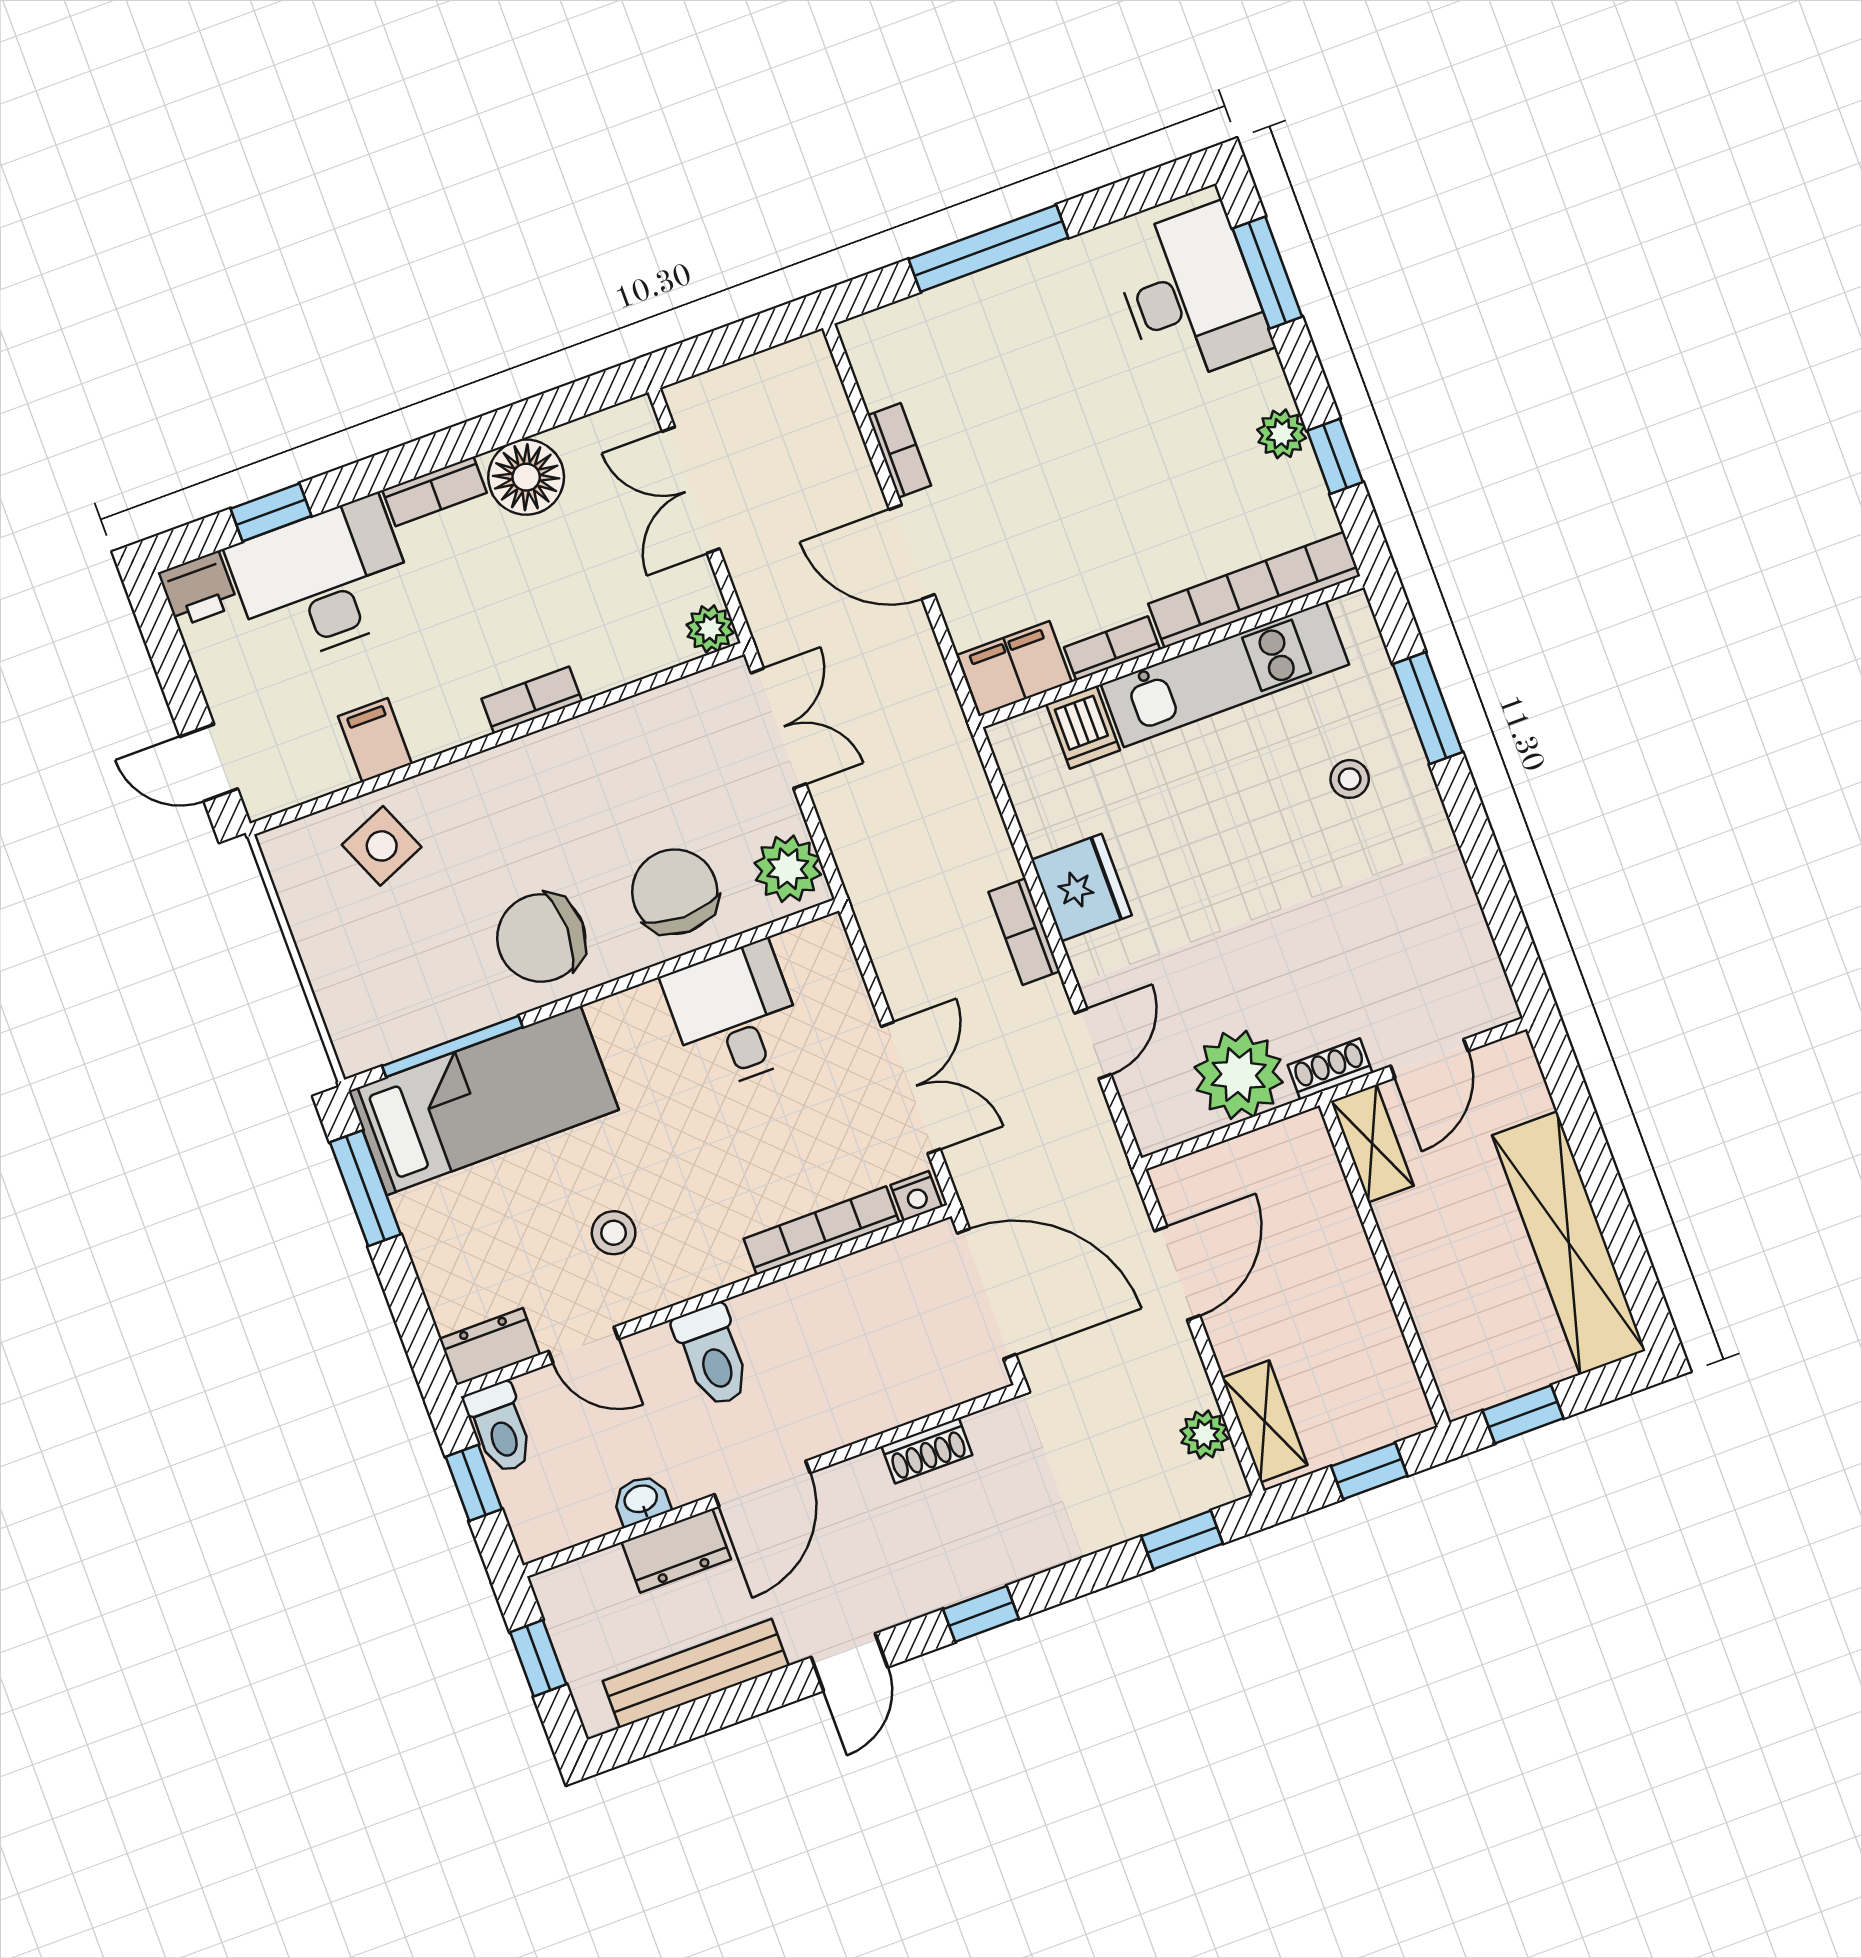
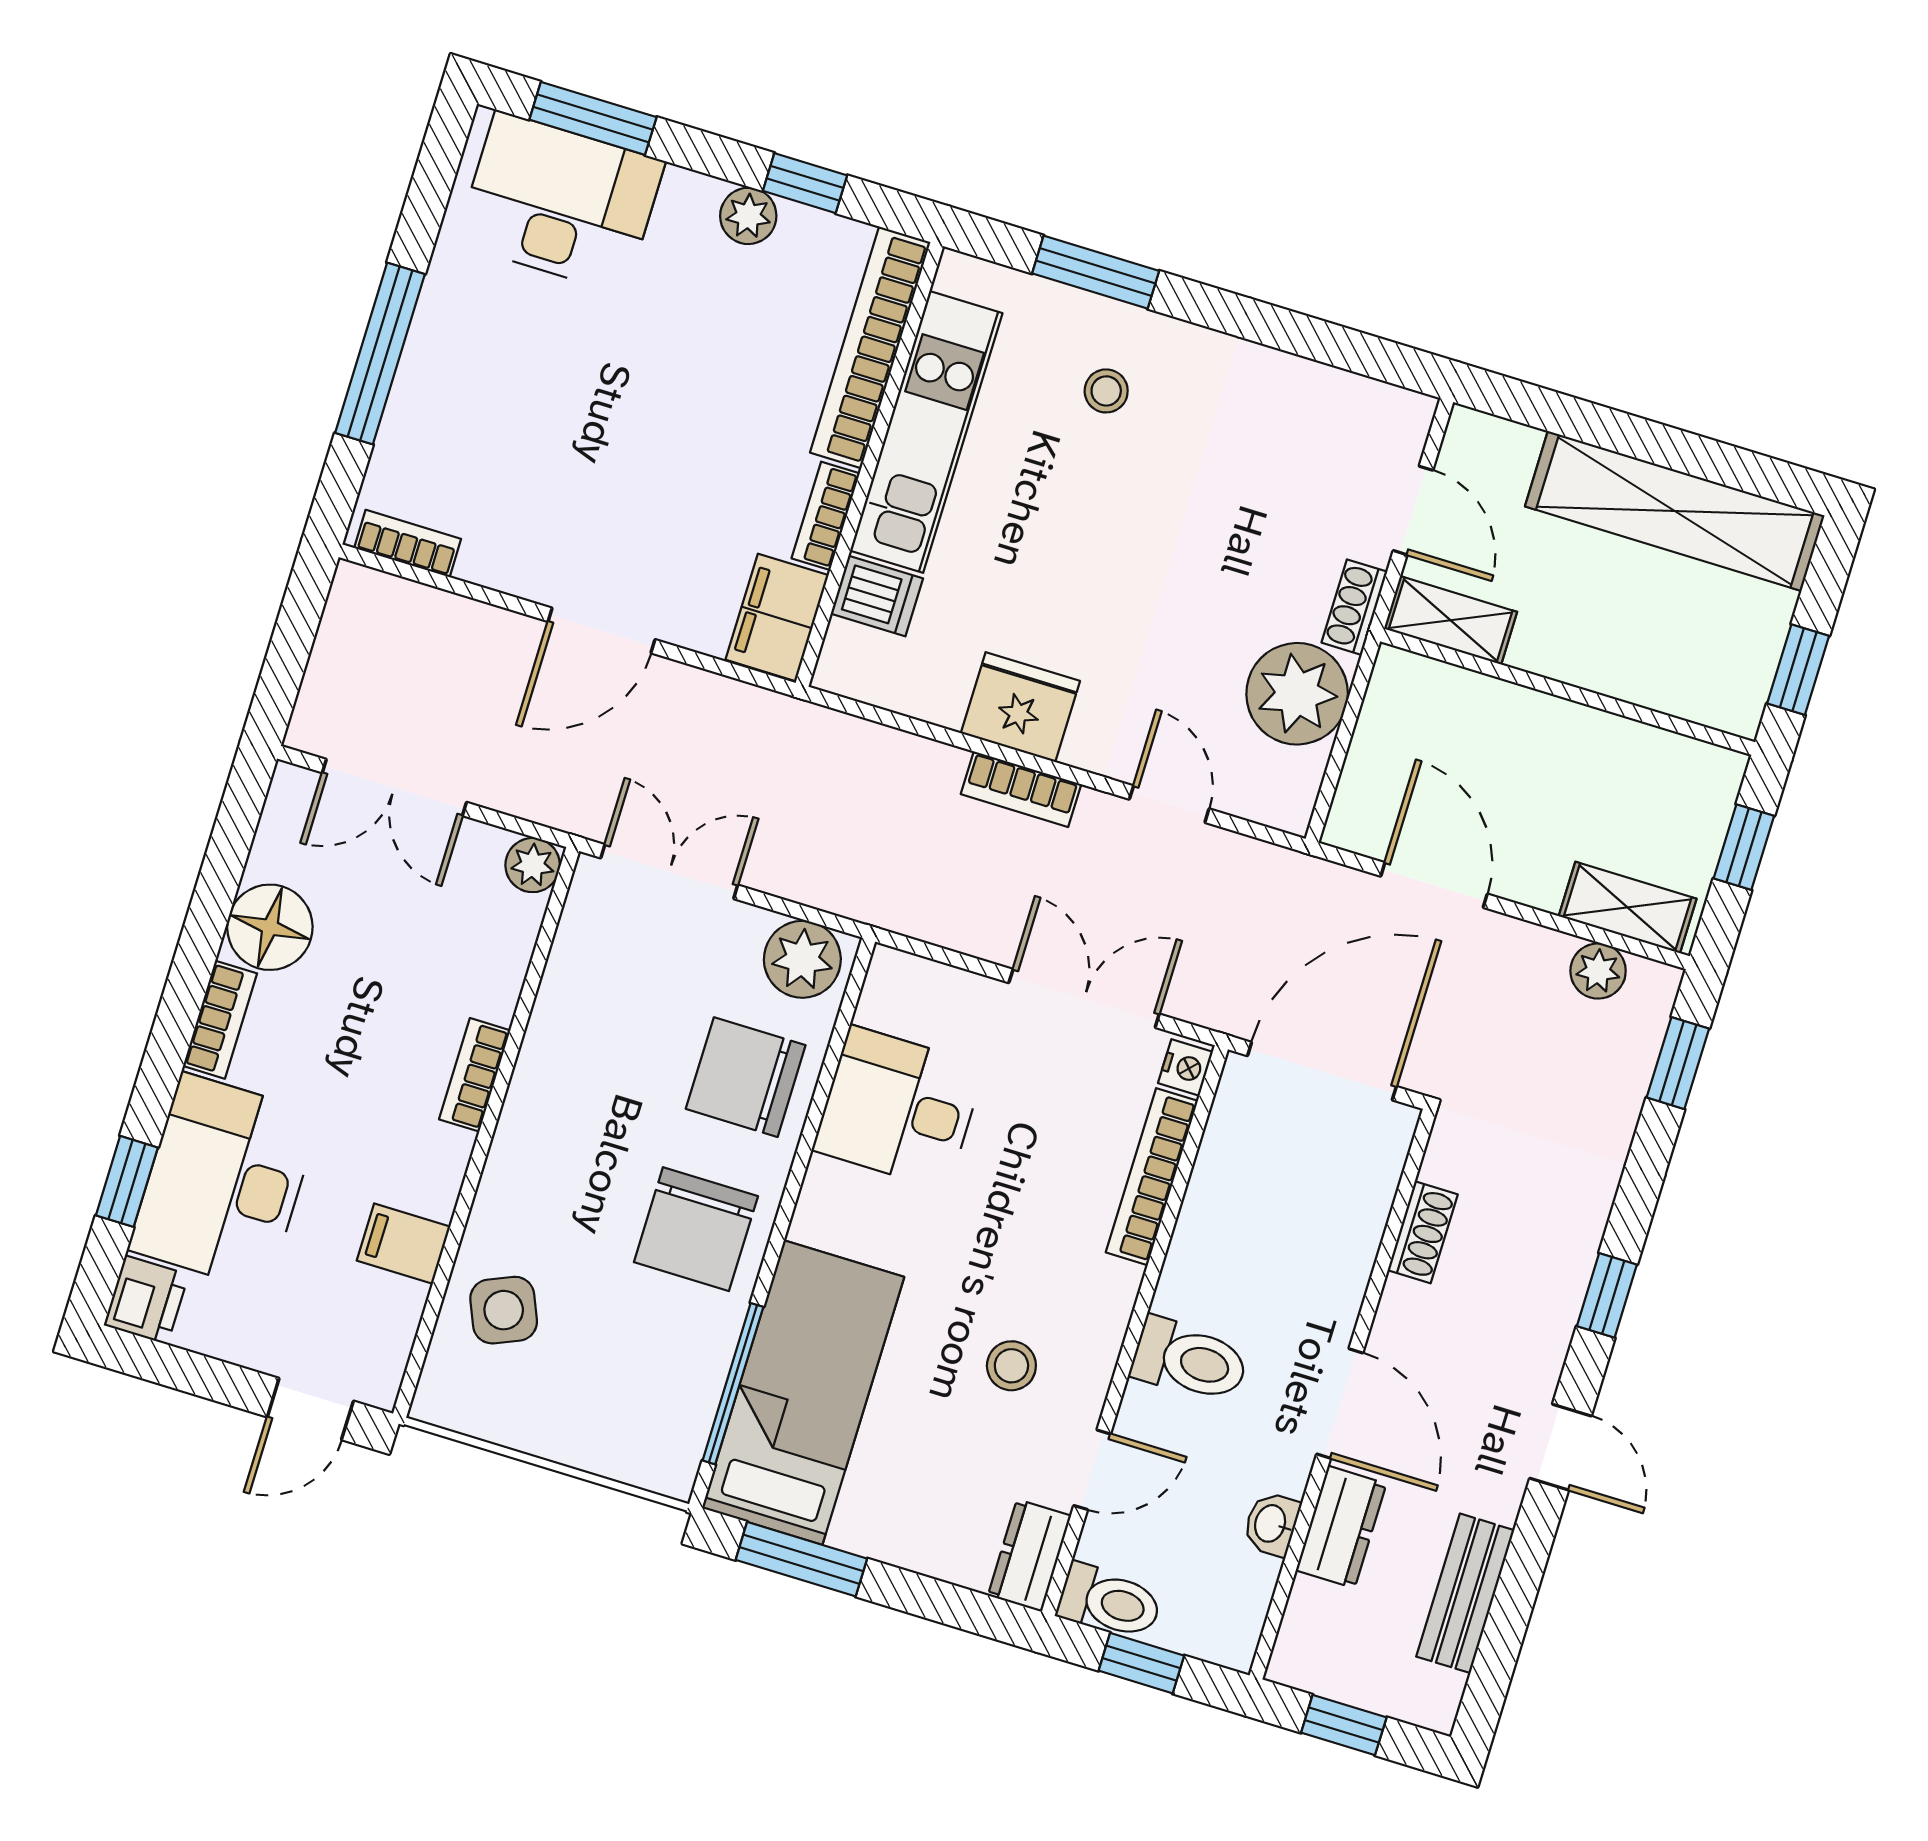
bookcase: (899, 450) -> (408, 543), moved
bench: (696, 1673) -> (1465, 1593), width x0.73

